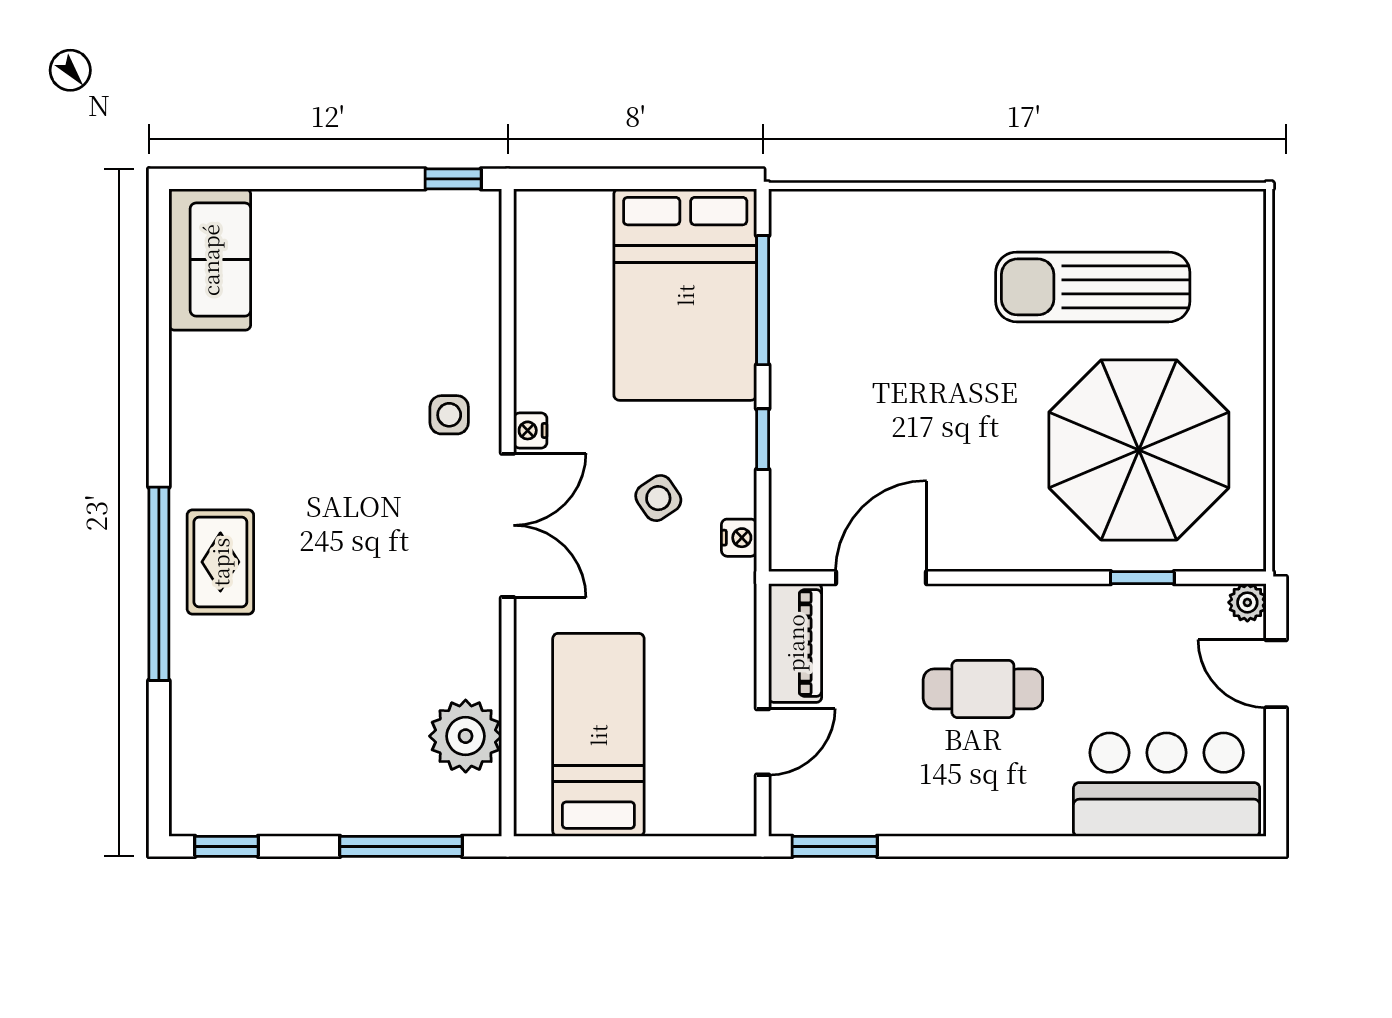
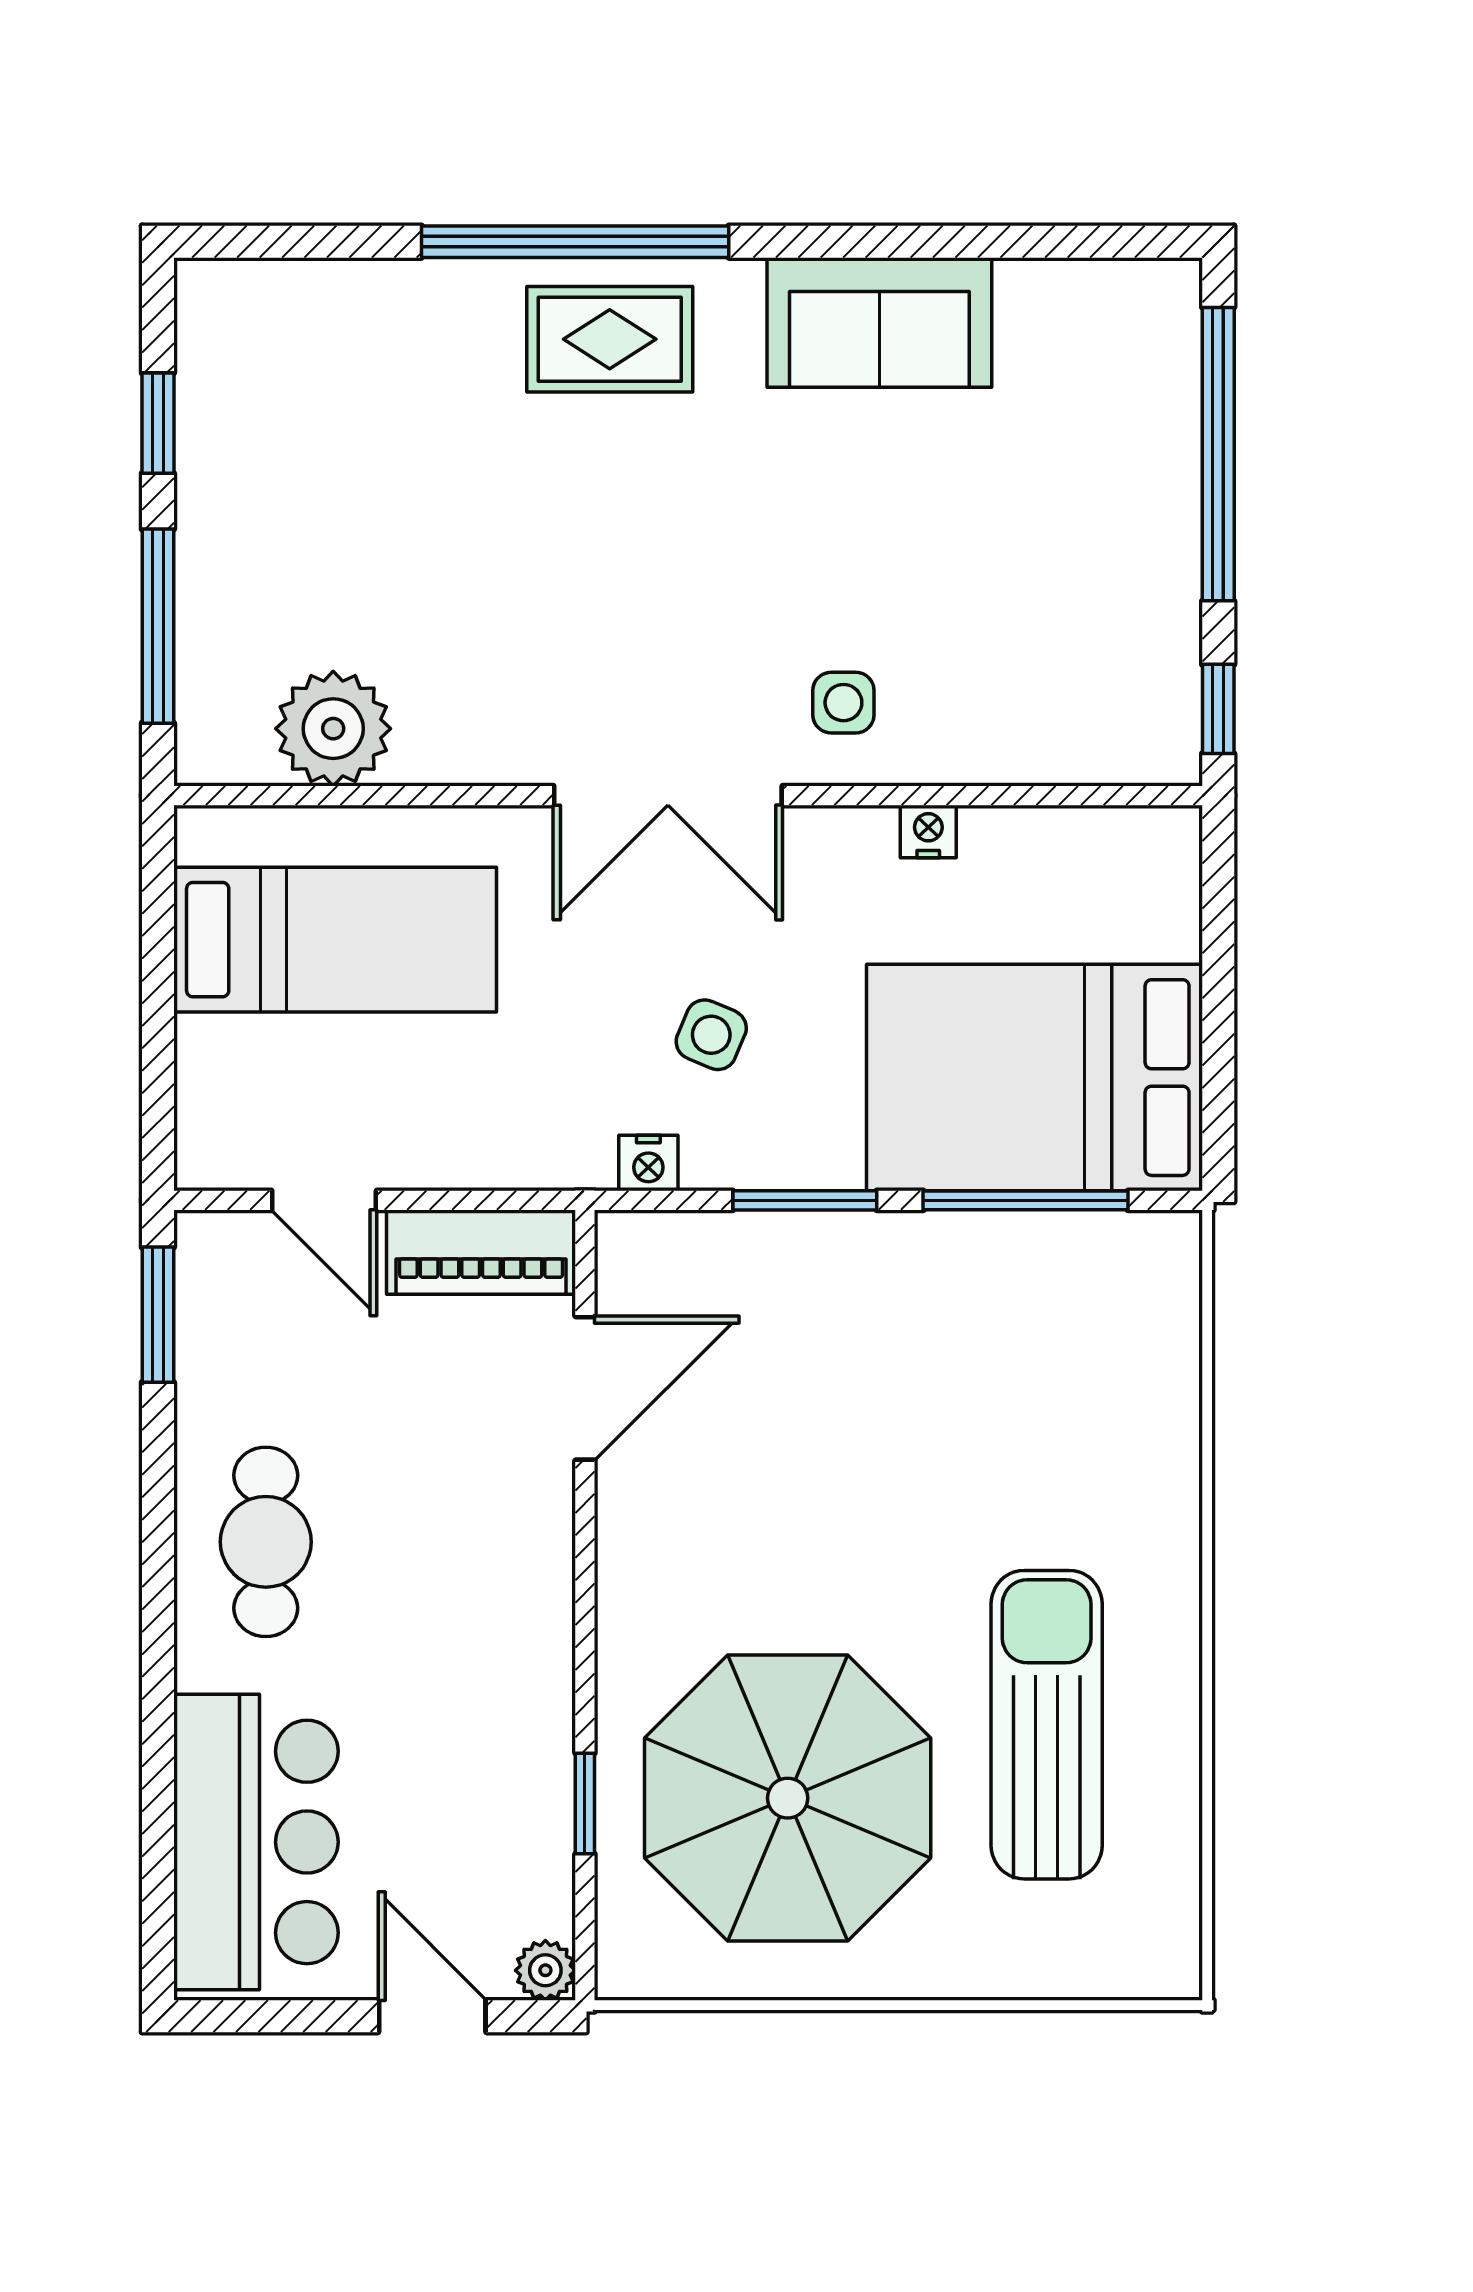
window: (293, 179) -> (1218, 454), added
sofa: (210, 260) -> (879, 322), moved
nightstand: (530, 430) -> (928, 831), moved
window: (763, 439) -> (805, 1200), width x1.50
side table: (658, 498) -> (711, 1035), turned -33
door: (881, 578) -> (585, 1388), hinge flipped
door: (1276, 674) -> (432, 2016), hinge flipped
cafe table: (983, 689) -> (266, 1542), moved
window: (227, 846) -> (158, 423), moved

